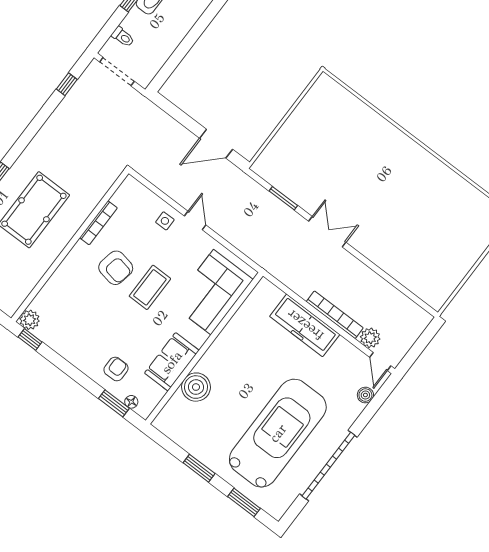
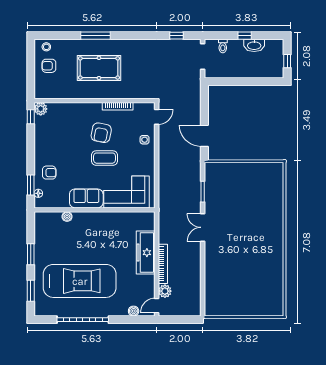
door: (195, 220) -> (157, 117), moved
double door: (327, 232) -> (203, 227), swing flipped
sofa: (172, 362) -> (86, 198), moved
boiler: (196, 387) -> (67, 217), width x0.54, depth x0.54

